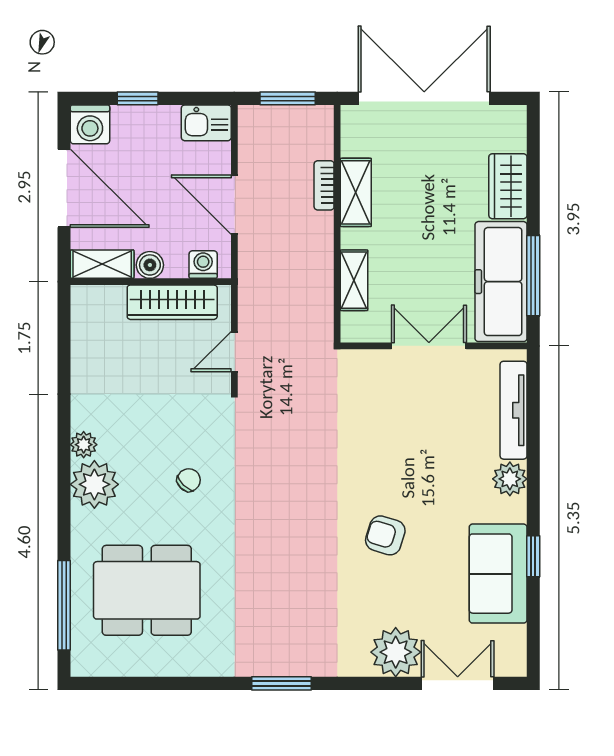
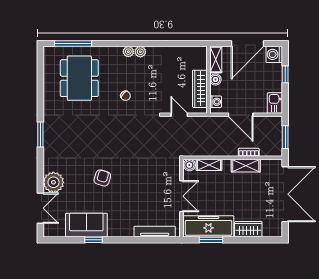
door: (234, 205) -> (241, 115), swing flipped
window: (533, 276) -> (211, 240), width x0.69
boiler: (354, 327) -> (189, 165), added
plant: (510, 479) -> (126, 230), removed
plant: (94, 484) -> (128, 52), width x0.53, depth x0.53

